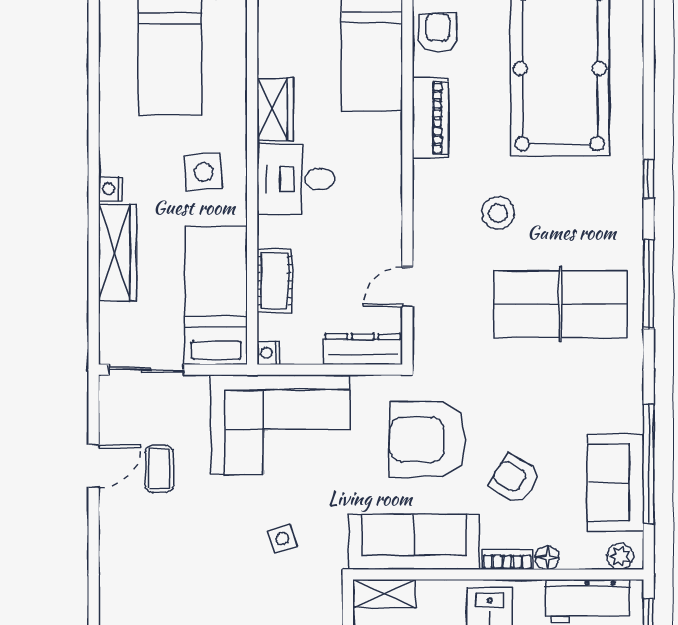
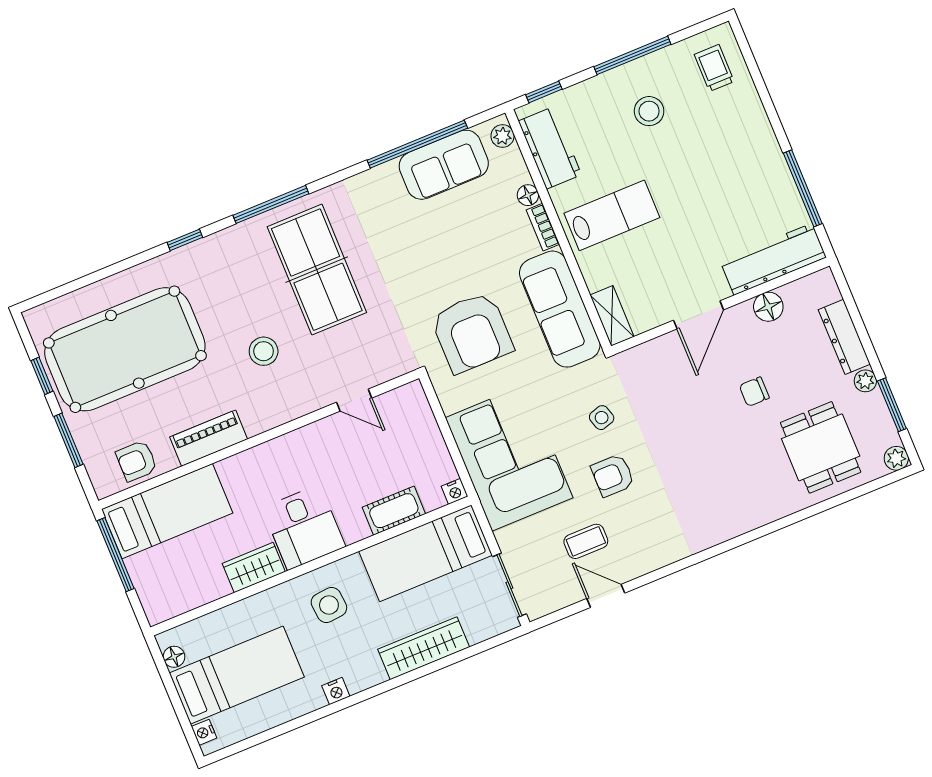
nightstand: (110, 189) -> (336, 691), moved
dresser: (363, 349) -> (420, 416), removed
armchair: (515, 479) -> (613, 475), moved, turned 59

